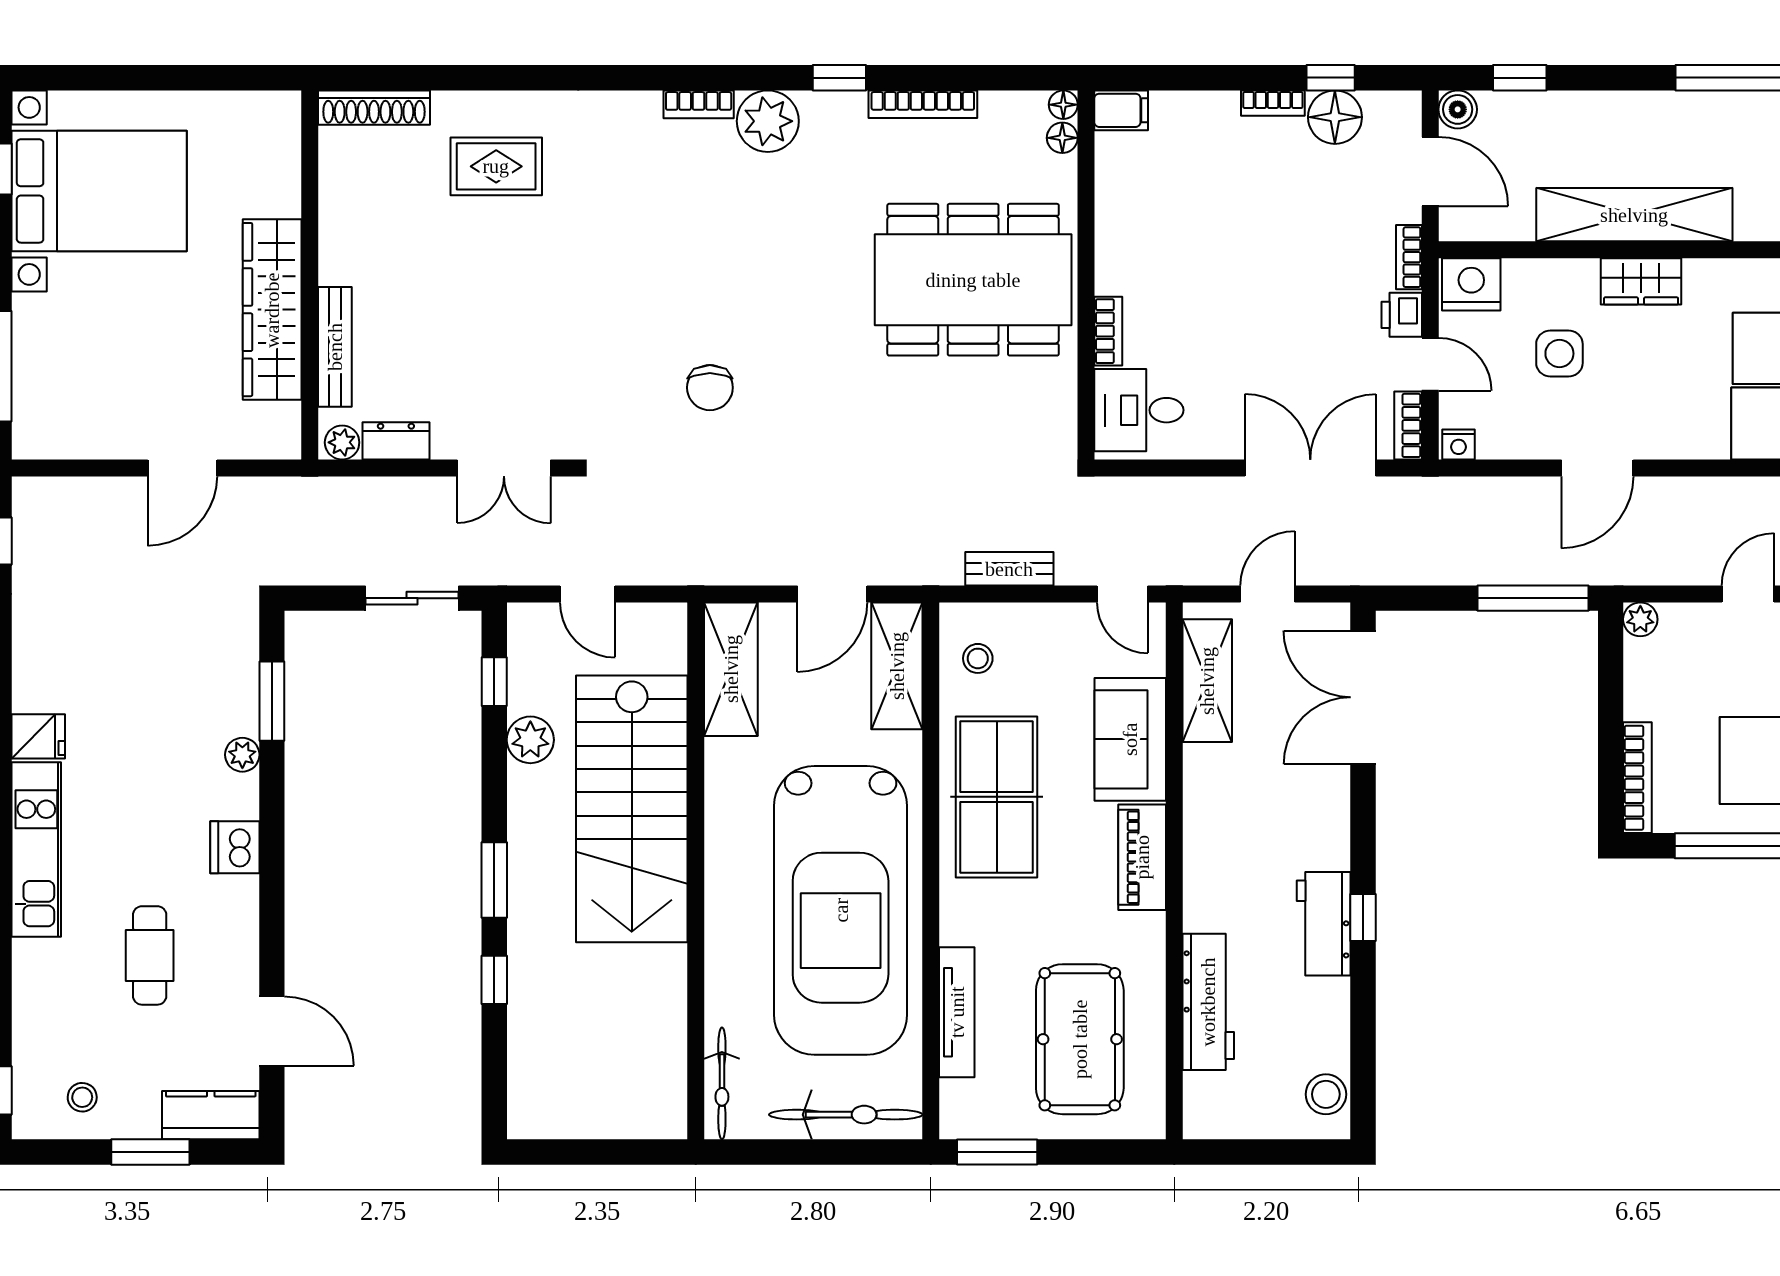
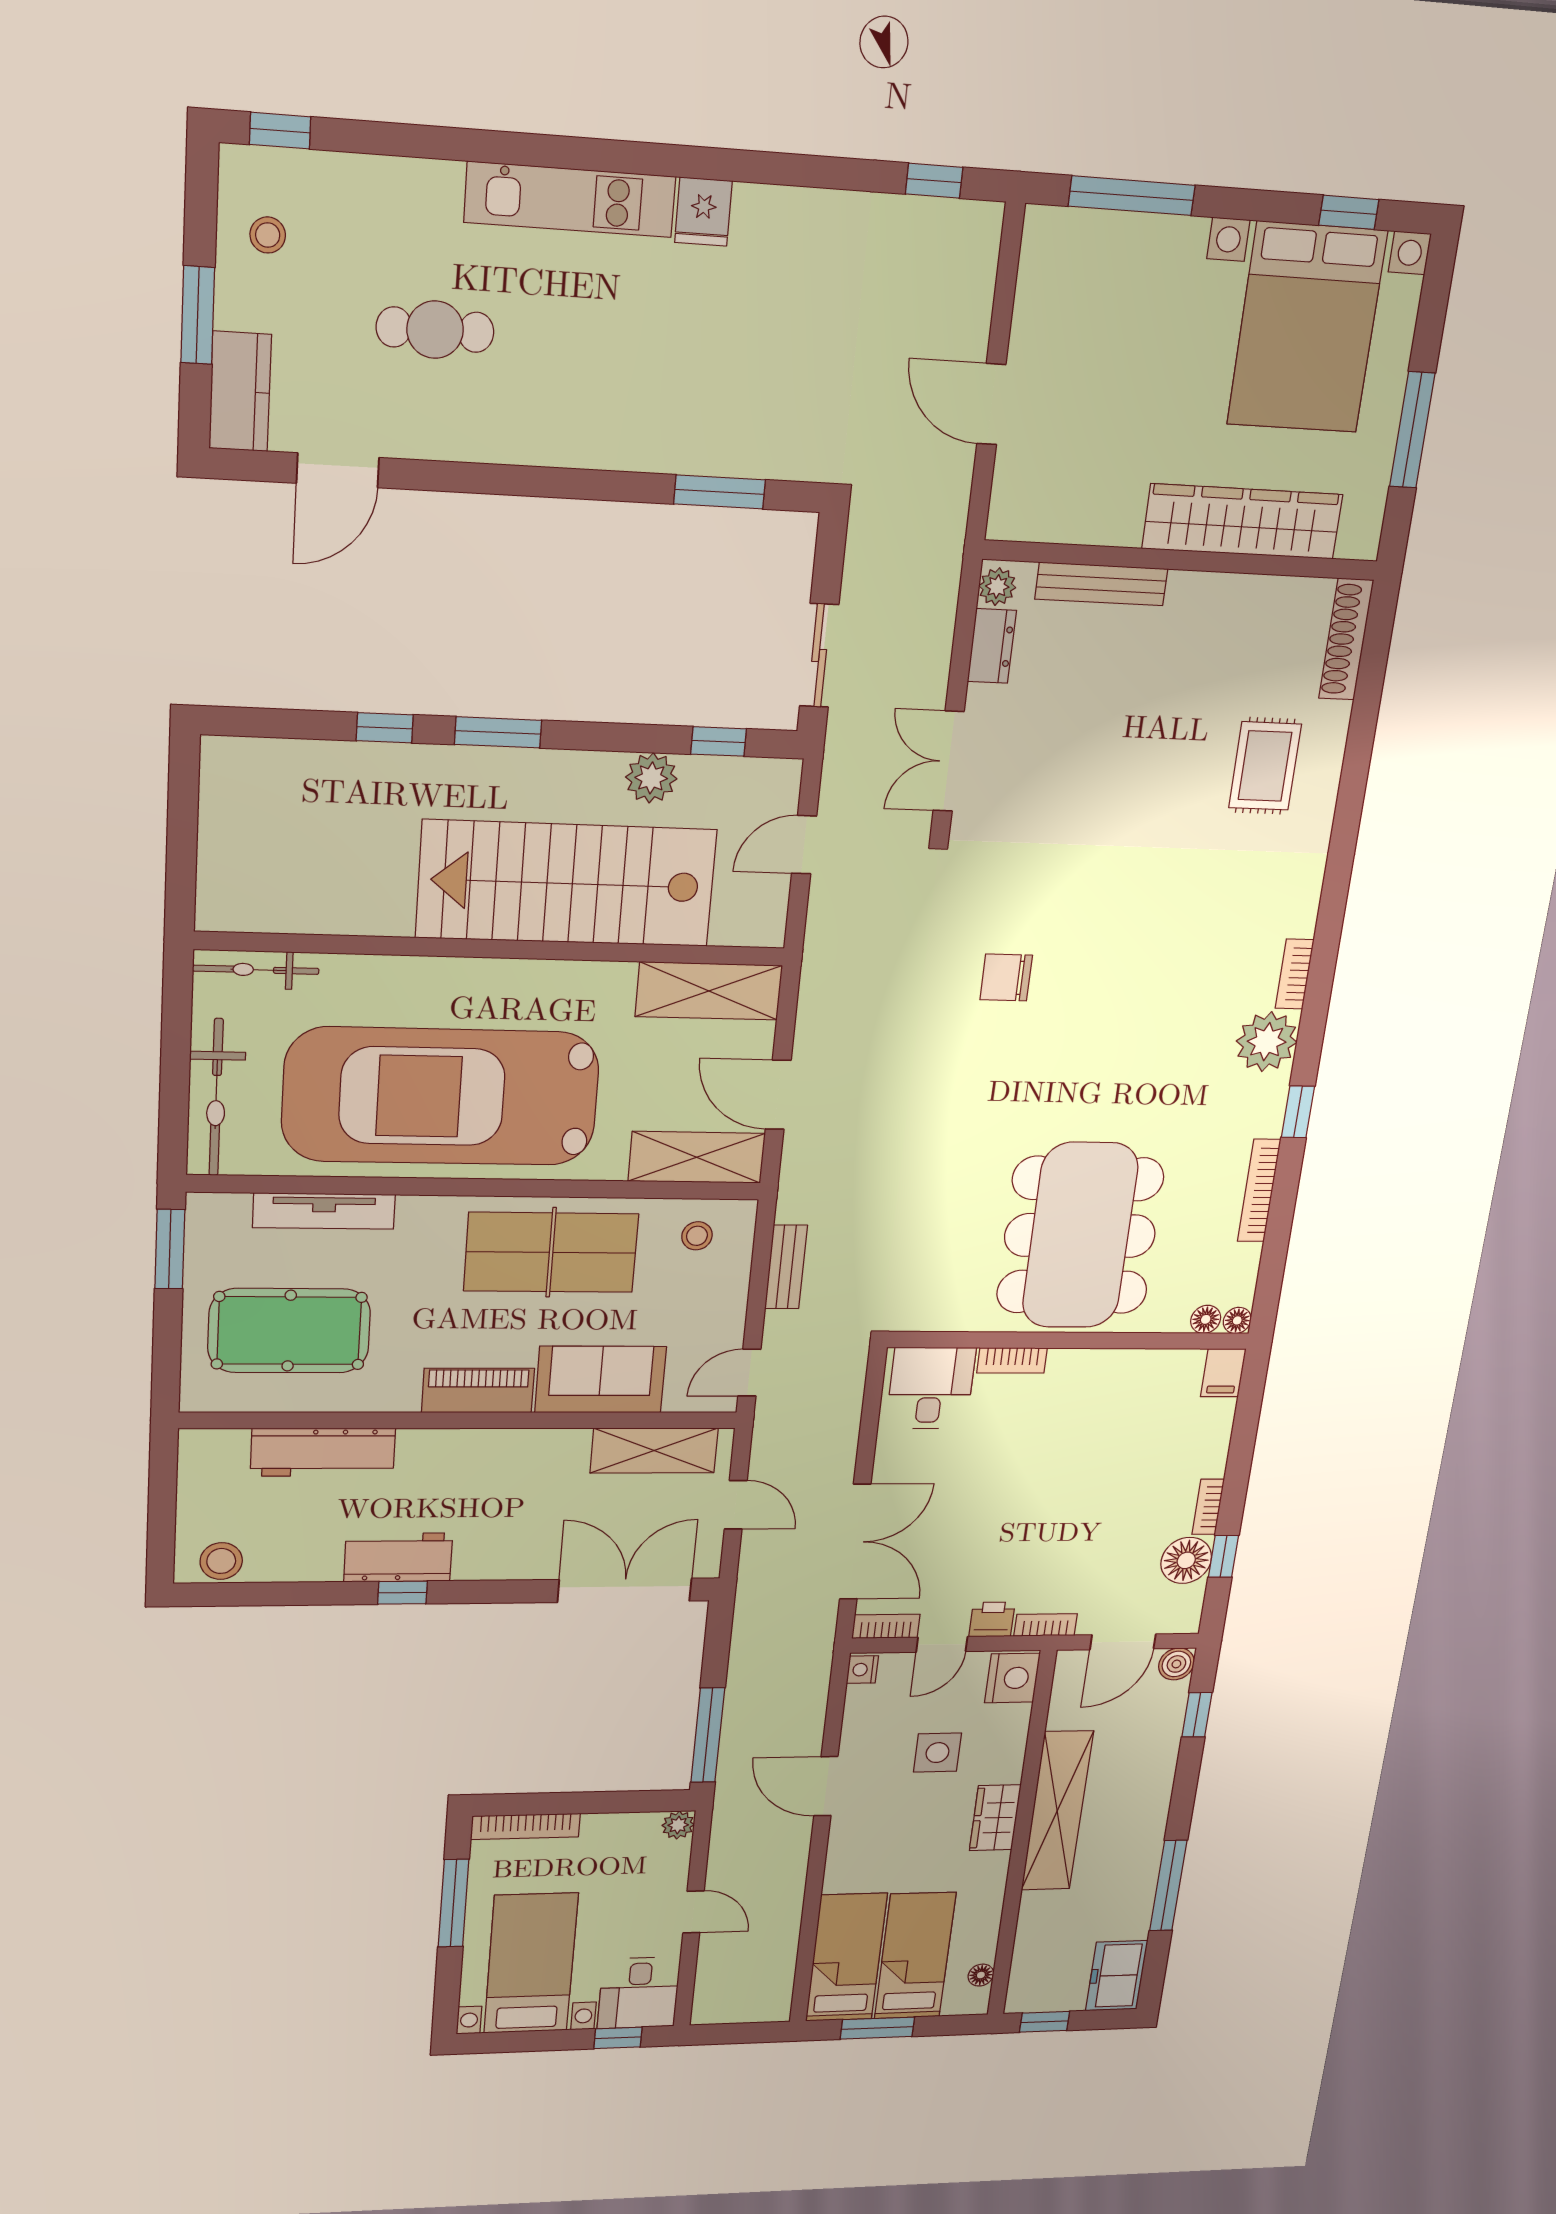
window: (182, 78) -> (1412, 430), added
wardrobe: (272, 310) -> (1242, 522), moved
plant: (242, 755) -> (662, 454), removed
dishwasher: (235, 847) -> (556, 439), removed

